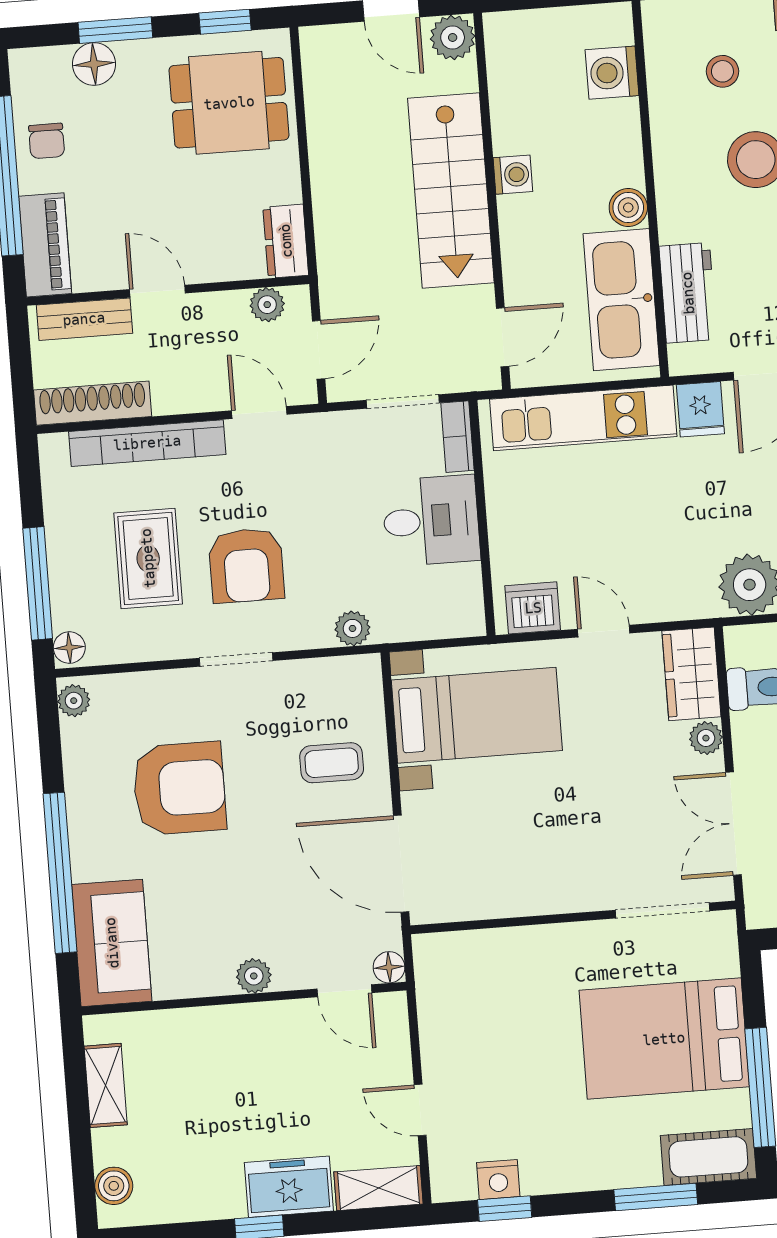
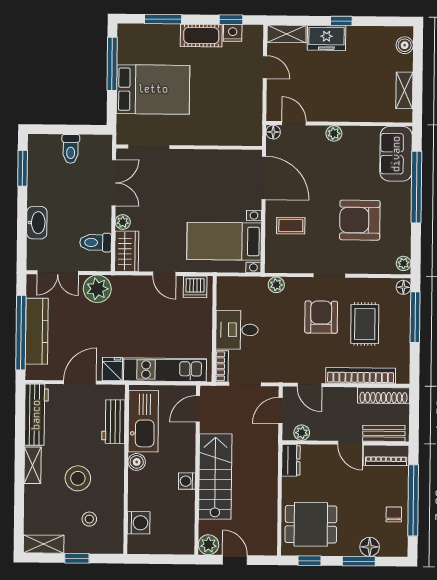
piano: (45, 245) -> (386, 455), moved, turned -90
cot: (708, 1157) -> (201, 36), moved

